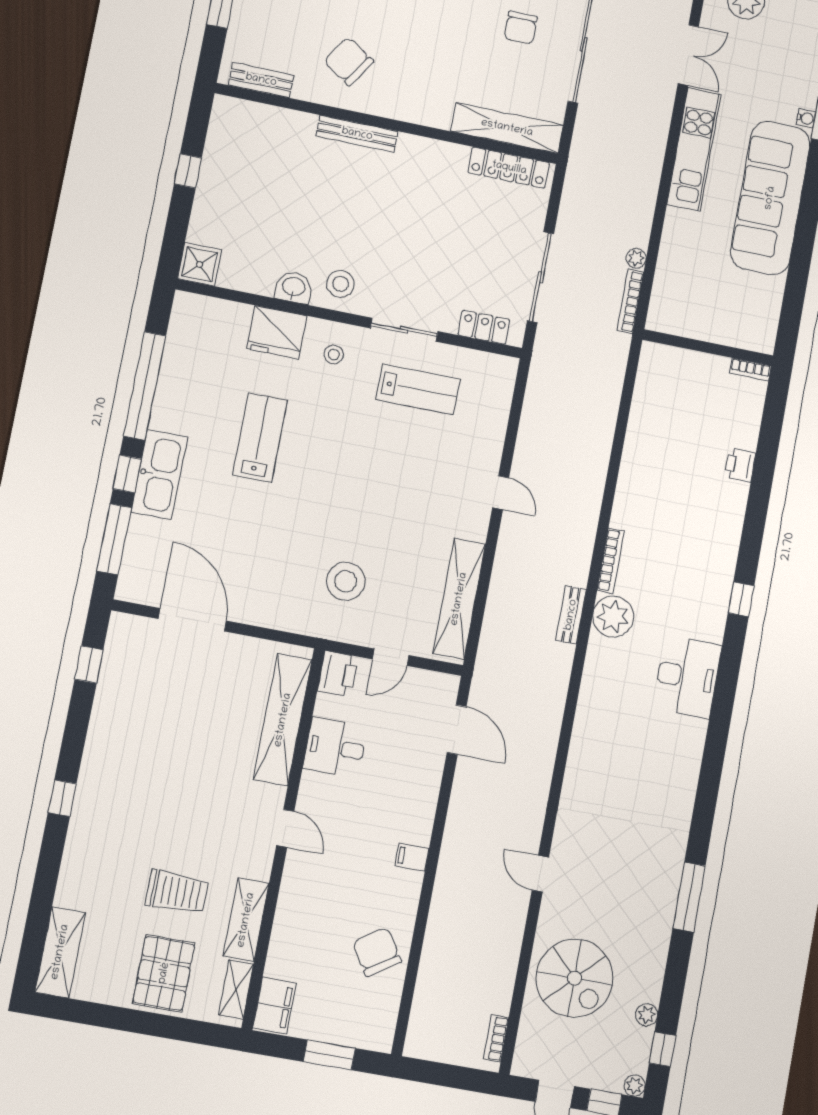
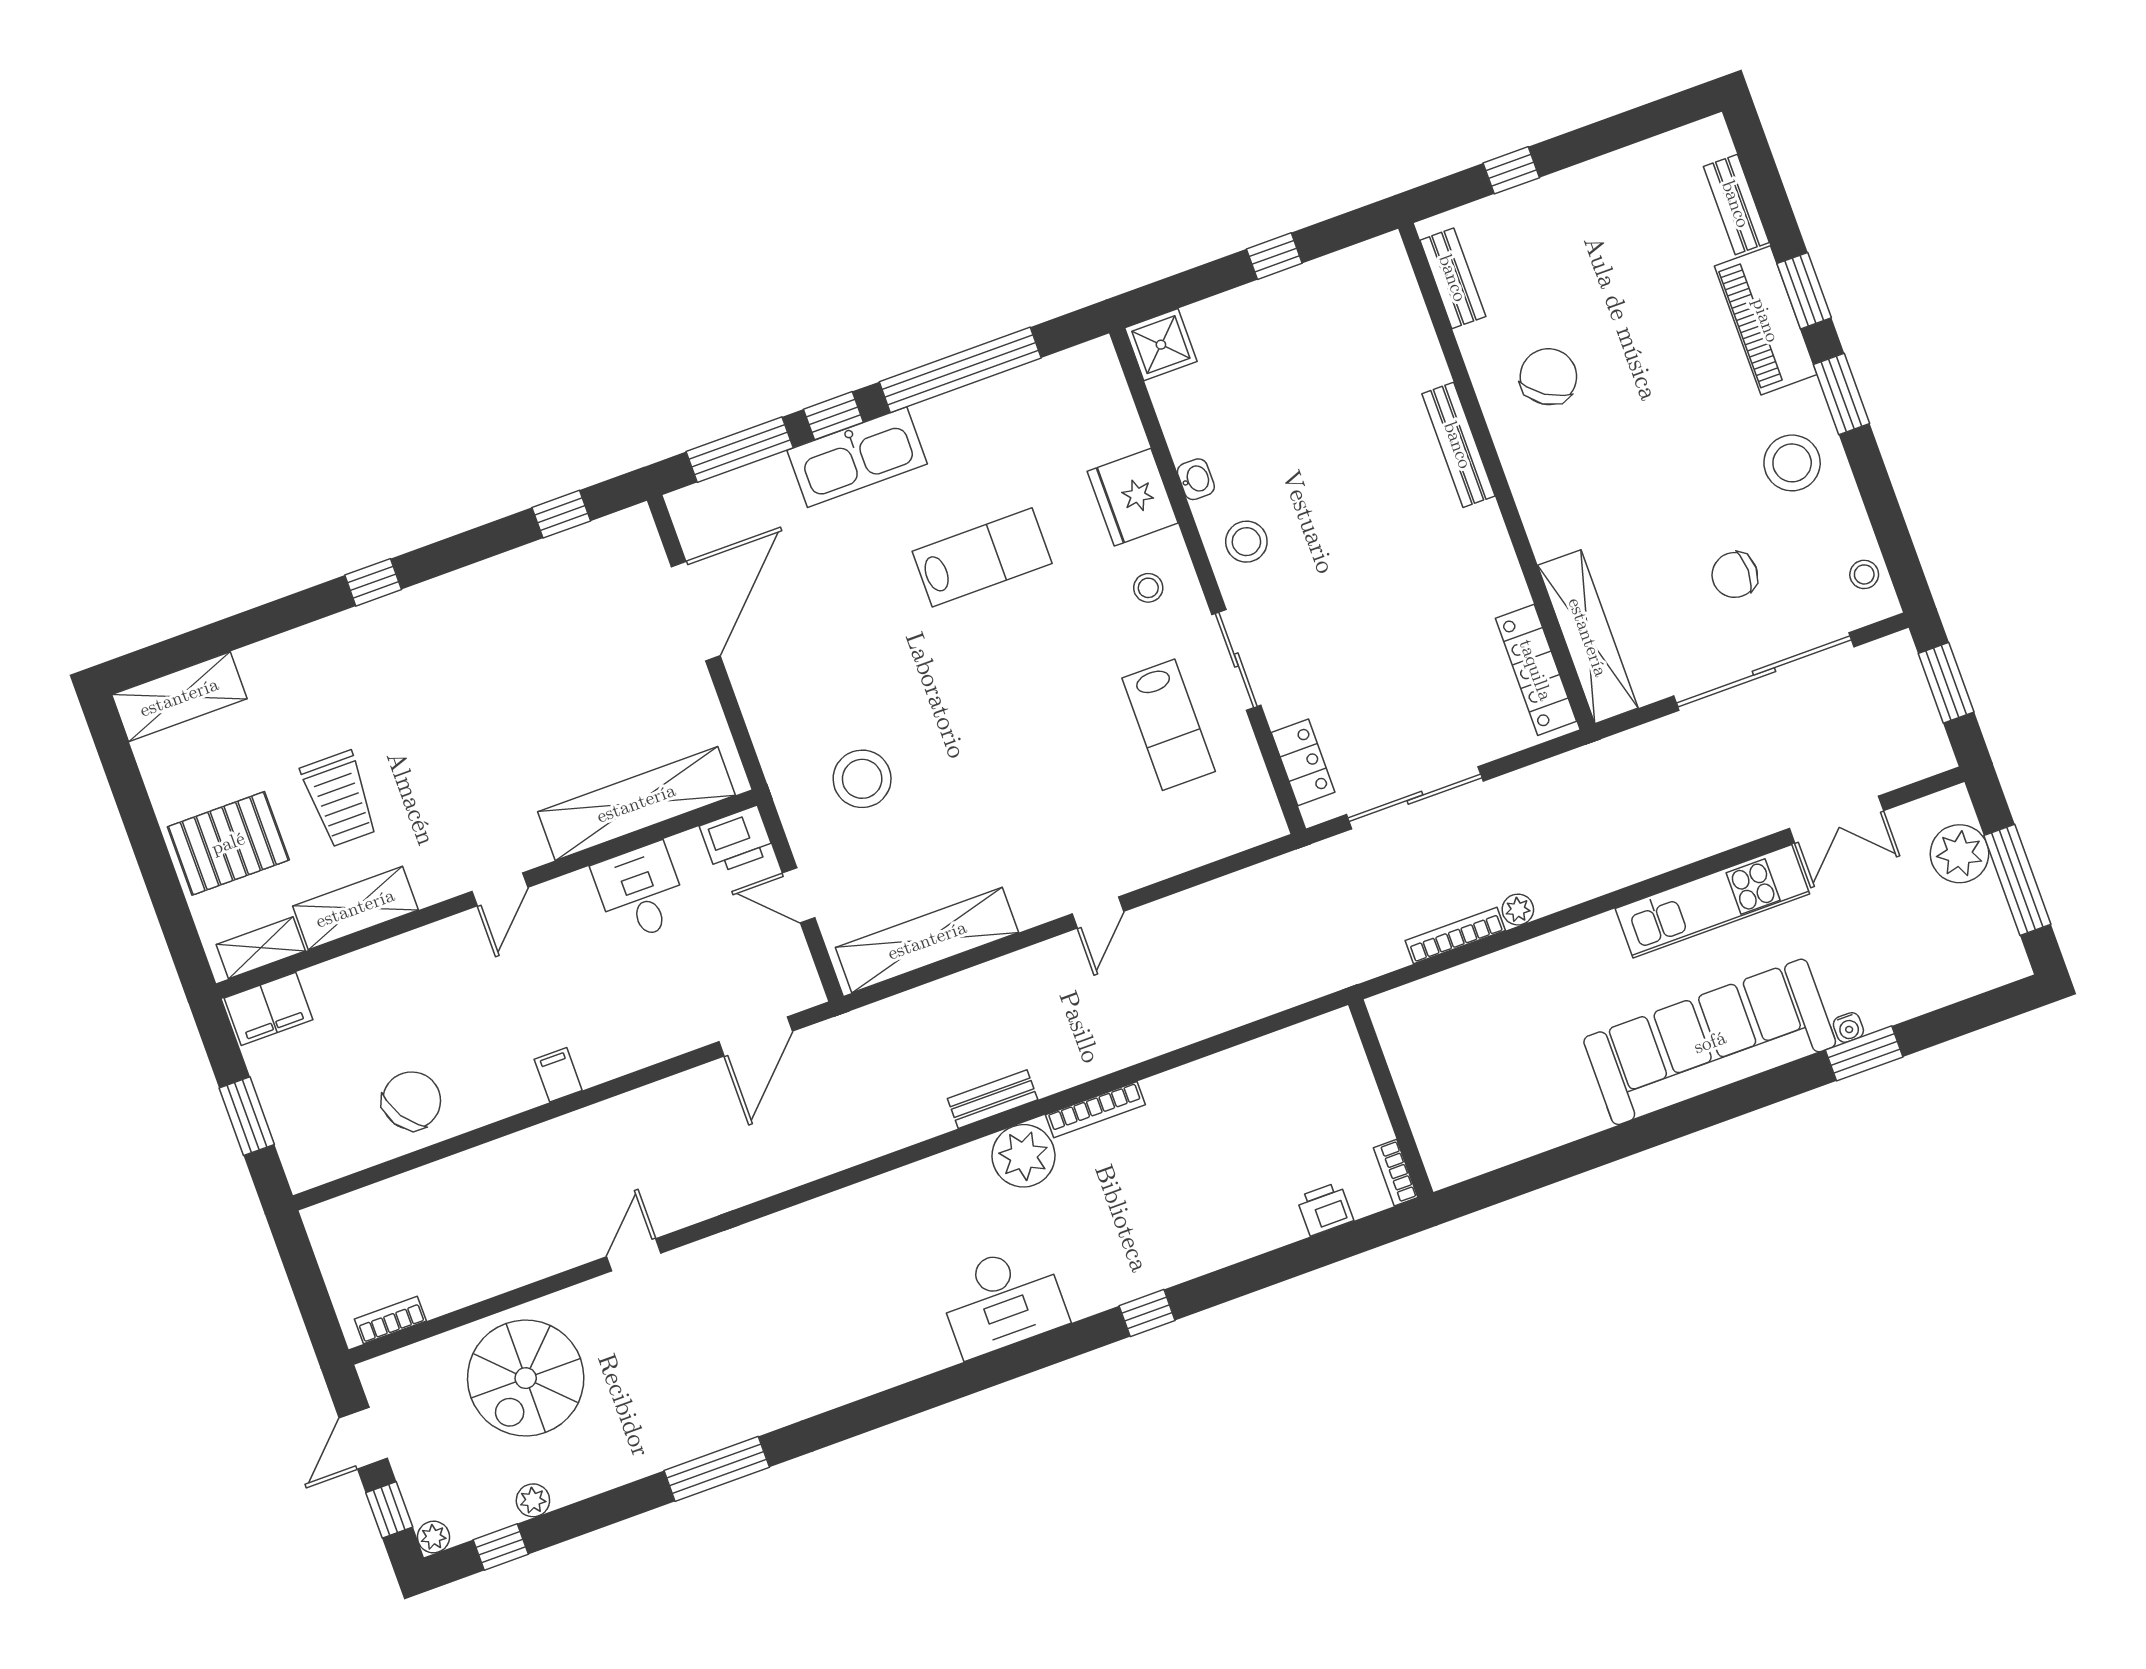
washbasin: (294, 287) -> (1196, 479), width x0.72, depth x0.69
wall: (708, 348) -> (1391, 1098), moved
bookcase: (750, 370) -> (1396, 1173), moved

